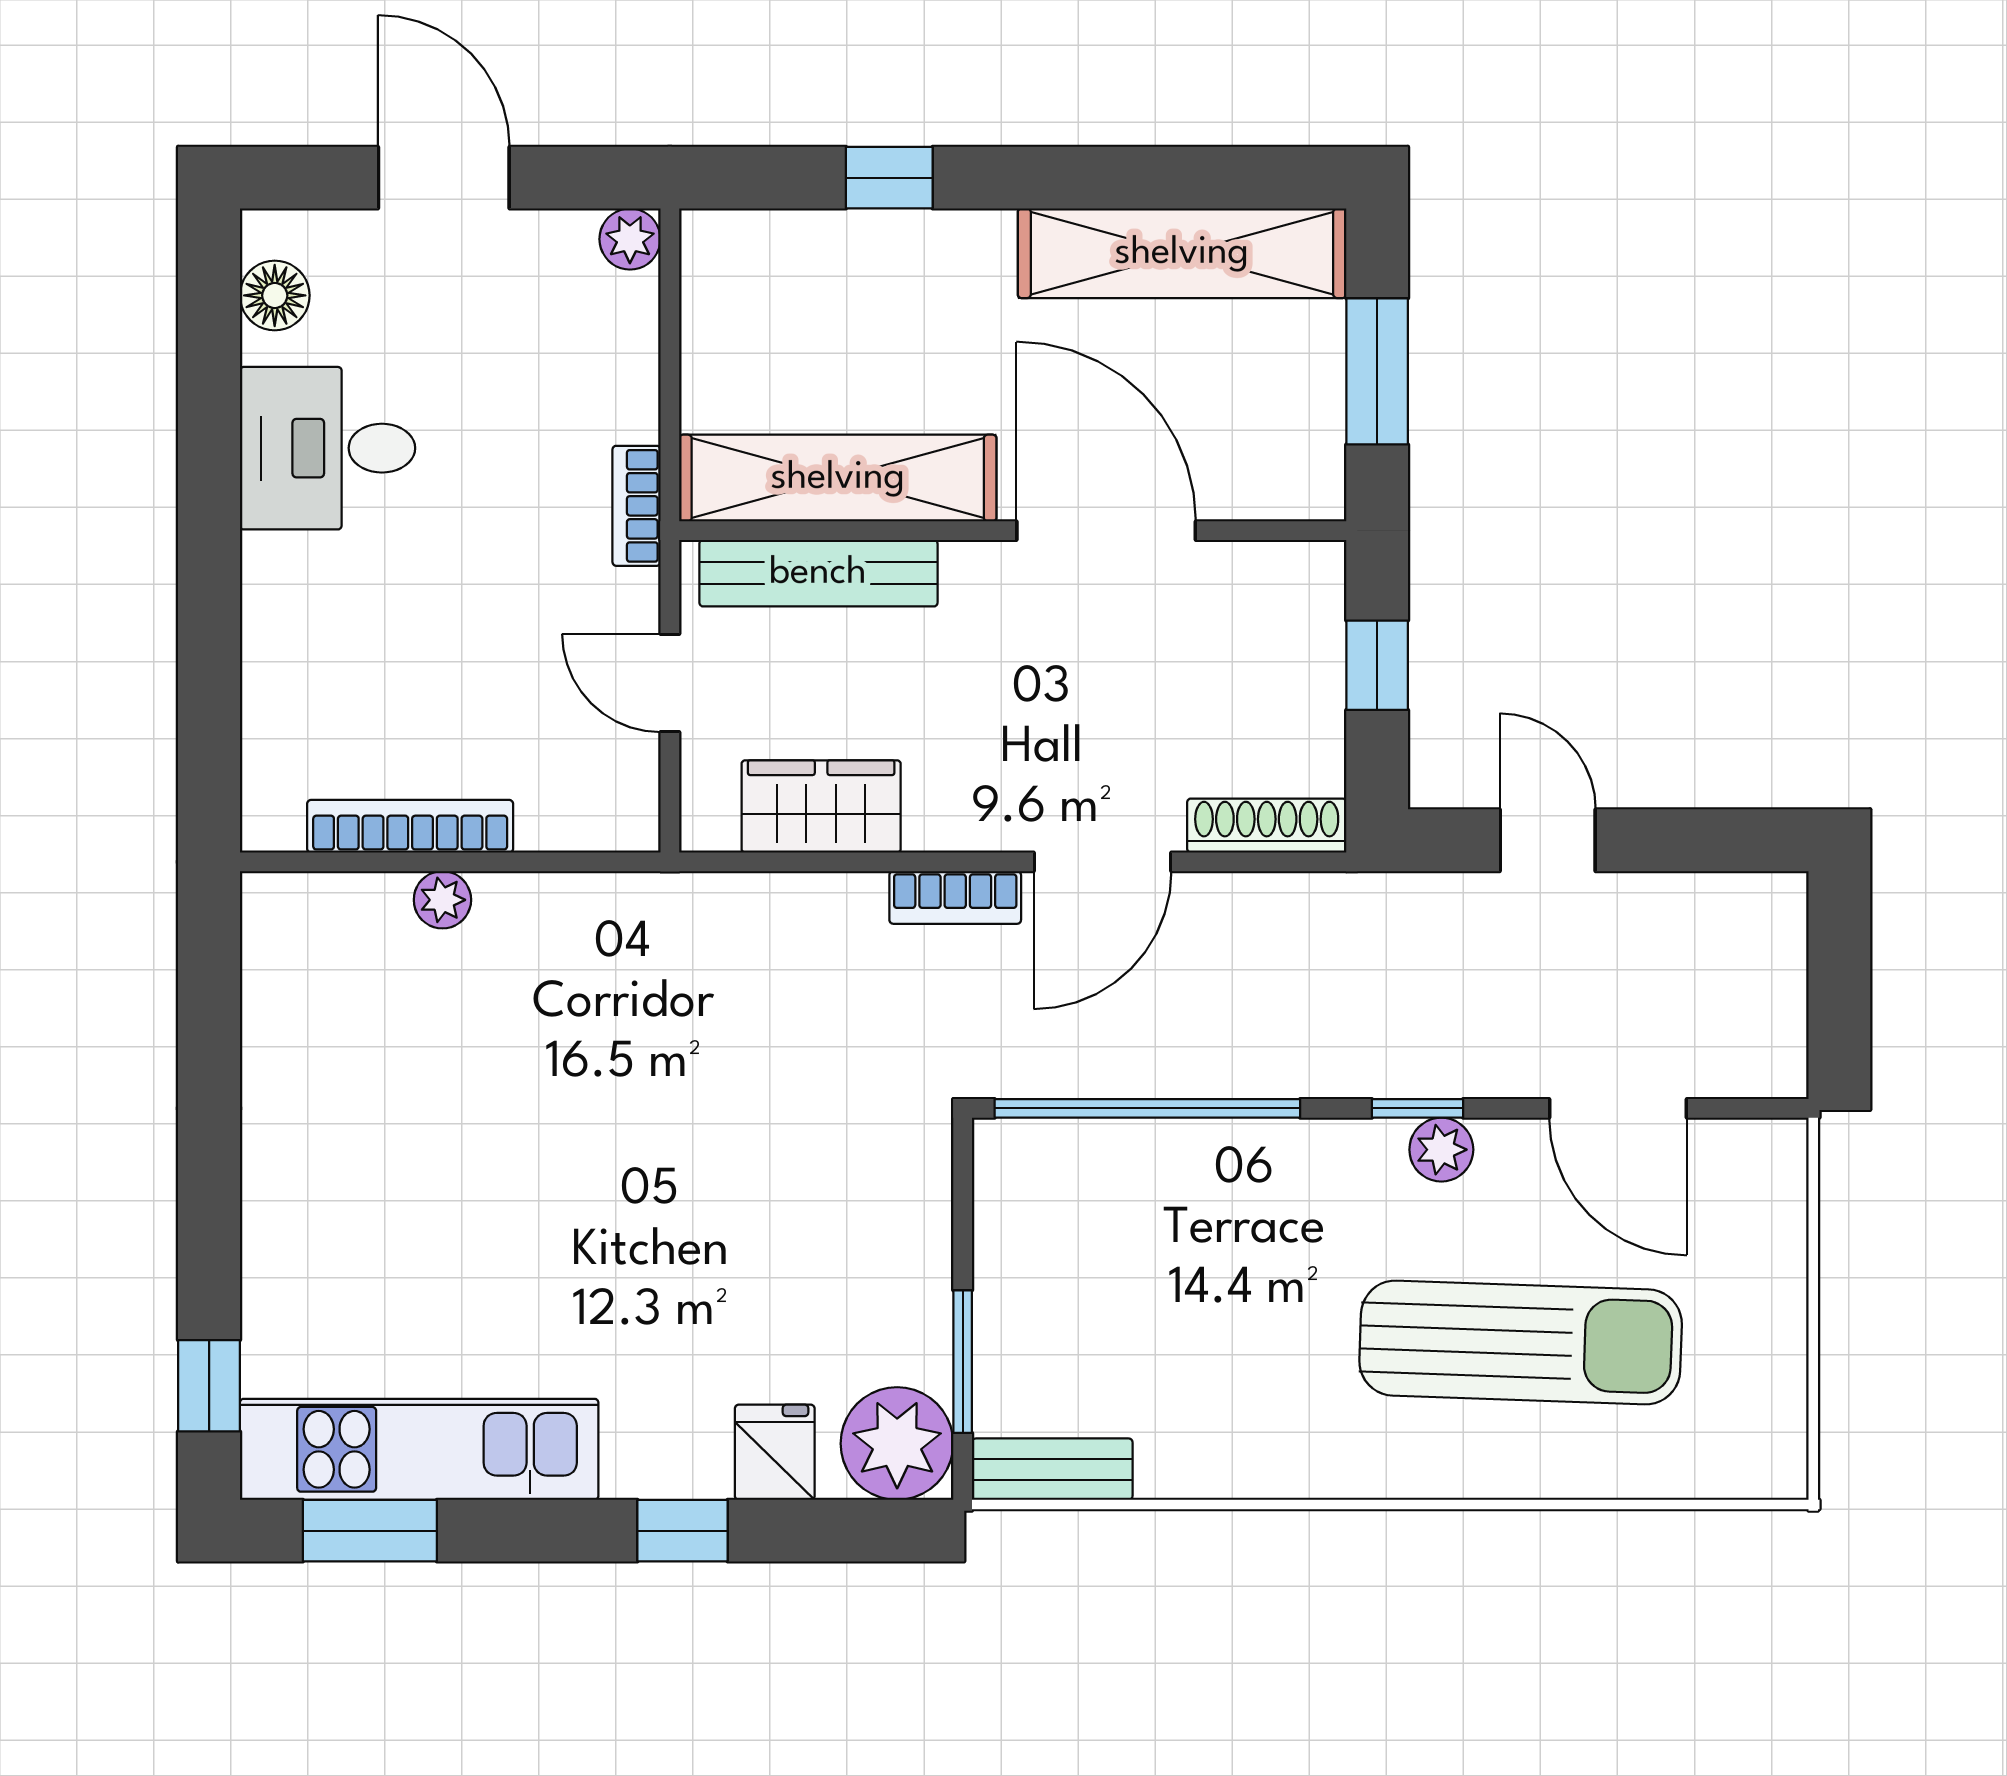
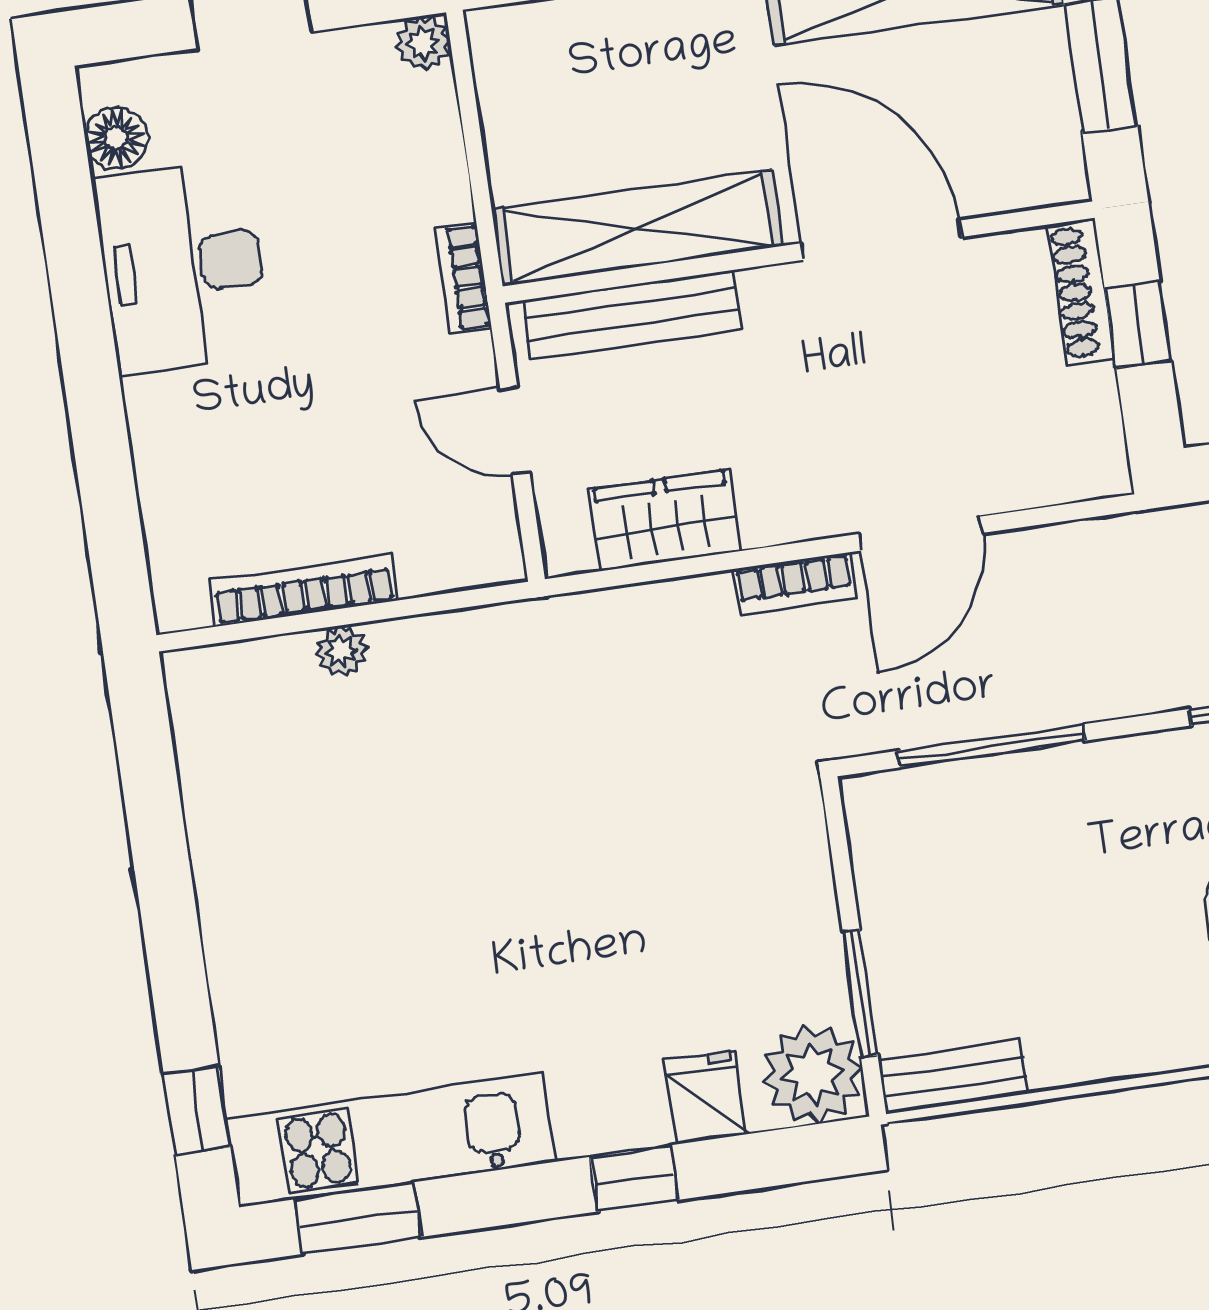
desk: (328, 448) -> (182, 266), width x1.37
shoe rack: (1267, 826) -> (1081, 292), moved, turned -90
window: (1147, 1108) -> (991, 746), width x0.68

